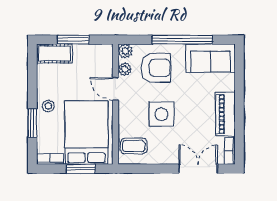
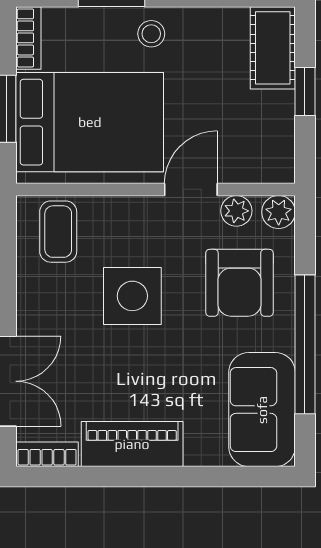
window: (73, 40) -> (305, 92), width x0.67

